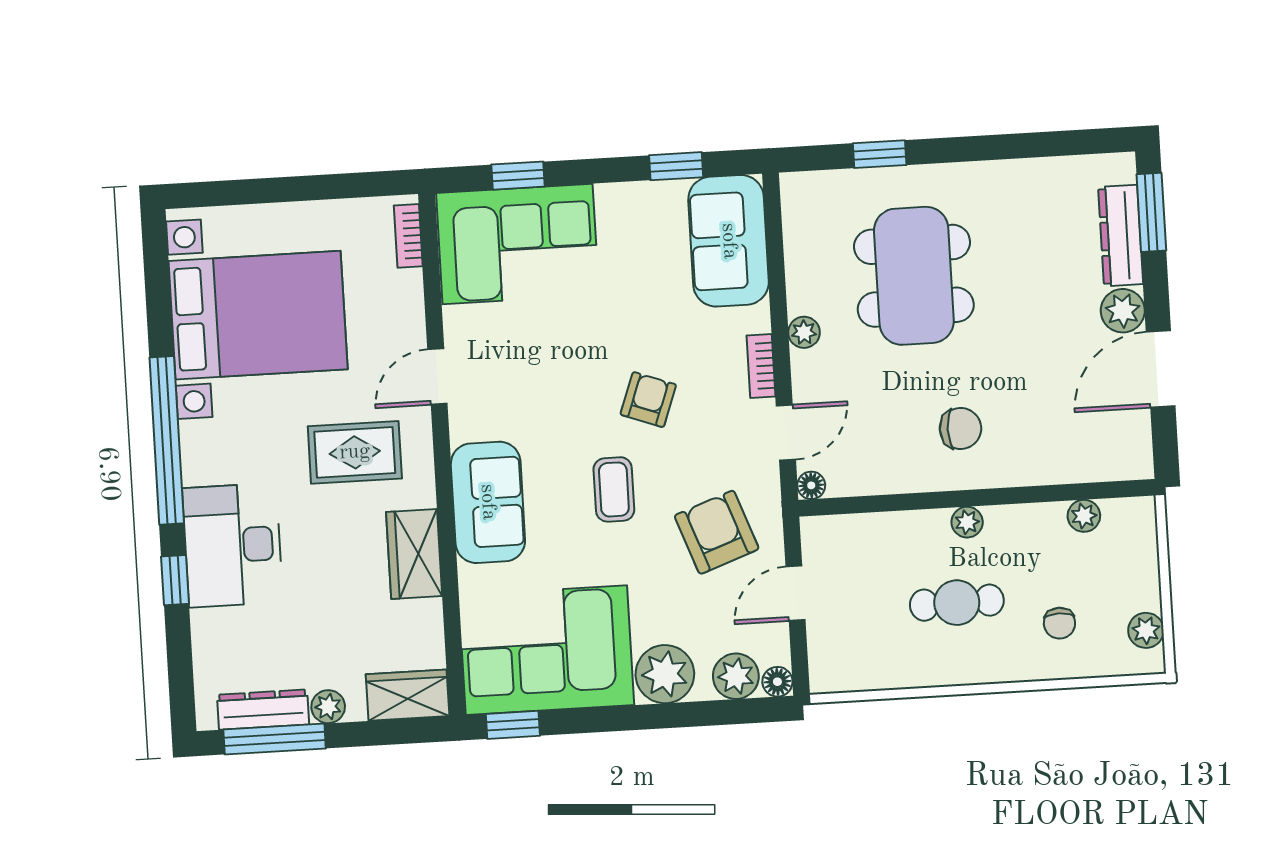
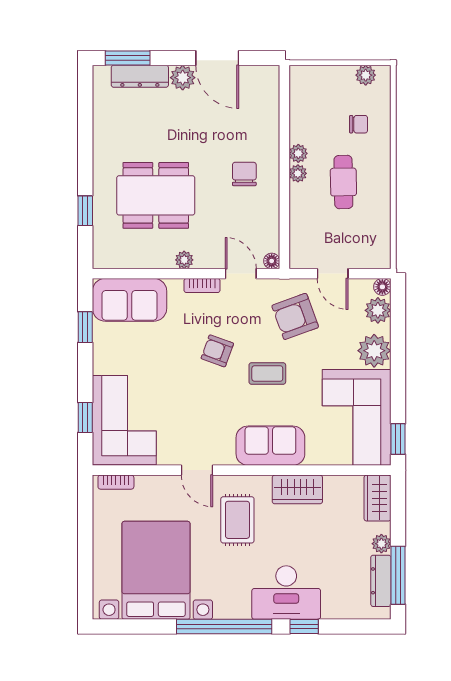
plant: (1084, 516) -> (298, 153), moved

